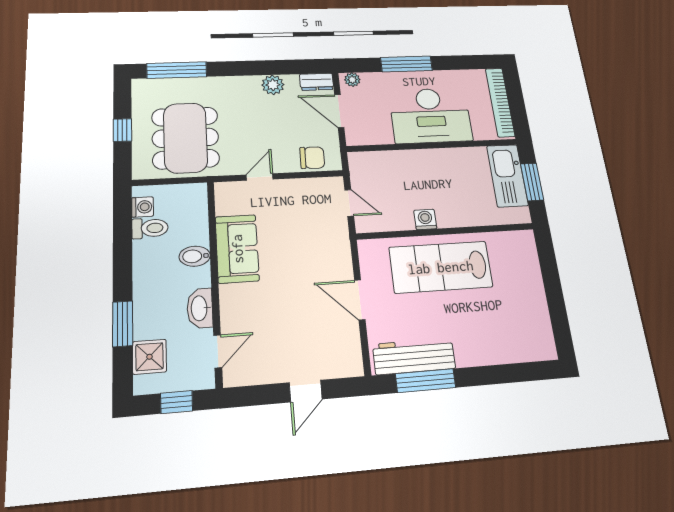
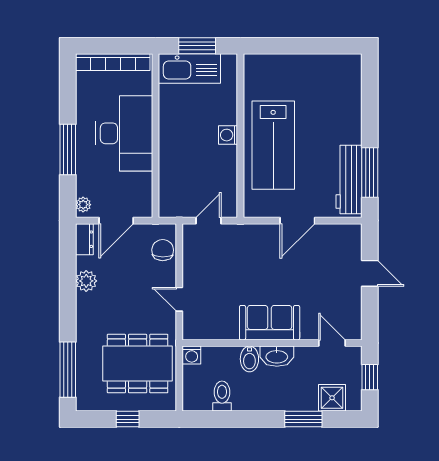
washing machine: (143, 207) -> (192, 355), moved, turned 180
washing machine: (425, 219) -> (228, 135), moved
sofa: (237, 249) -> (270, 323), moved
washbasin: (200, 308) -> (277, 356), moved

